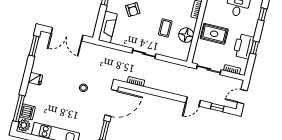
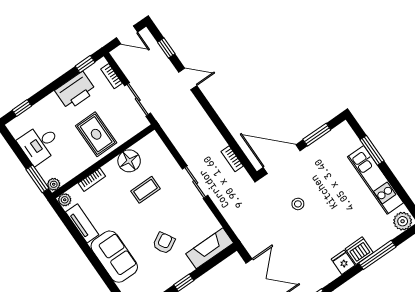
window: (254, 47) -> (85, 64), moved
window: (19, 108) -> (377, 255), moved
dishwasher: (27, 112) -> (359, 251), moved

